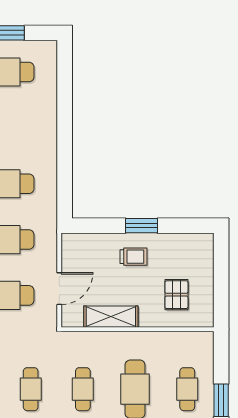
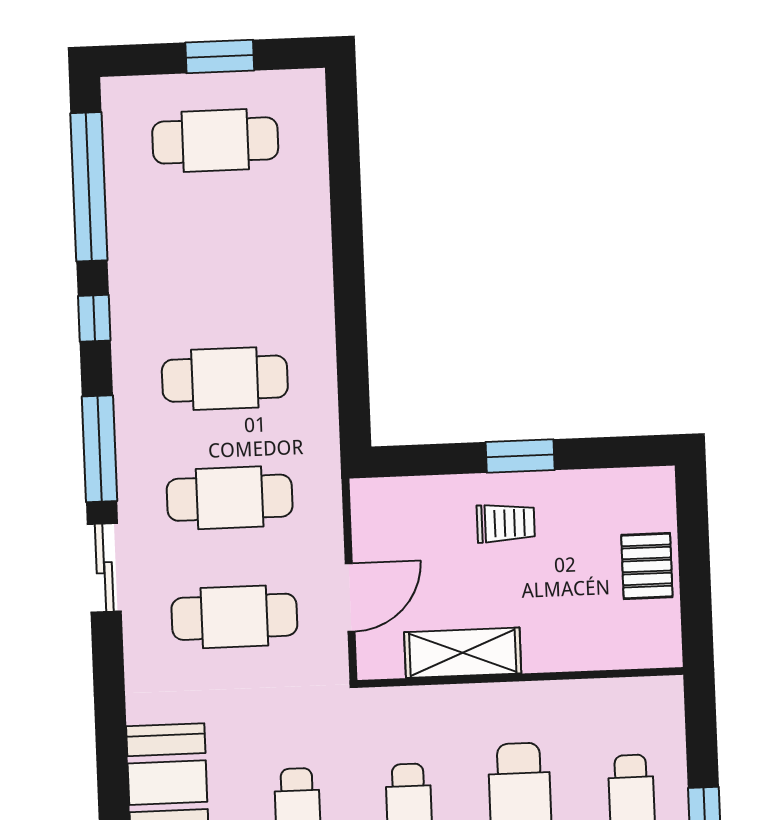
pallet: (176, 295) -> (647, 566), moved

